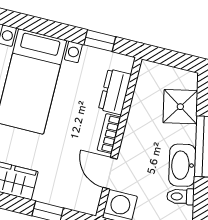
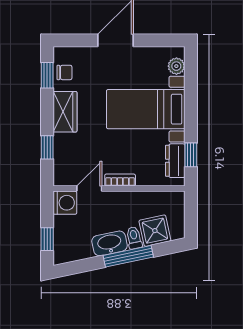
dresser: (115, 92) -> (175, 161), moved, turned -90
toilet: (181, 197) -> (134, 238), moved

